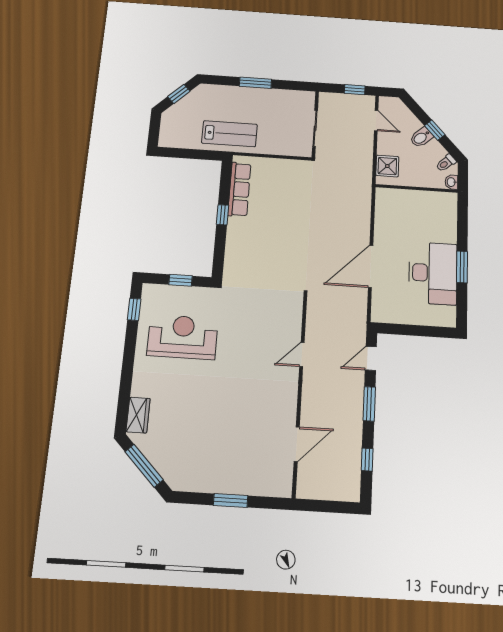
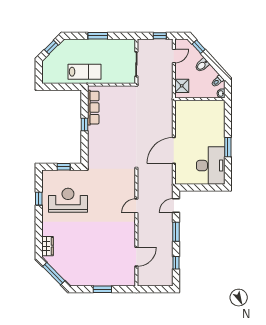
door: (376, 121) -> (174, 56), hinge flipped
window: (435, 130) -> (199, 47), moved
desk: (433, 273) -> (211, 166), moved
window: (134, 309) -> (39, 199), moved

